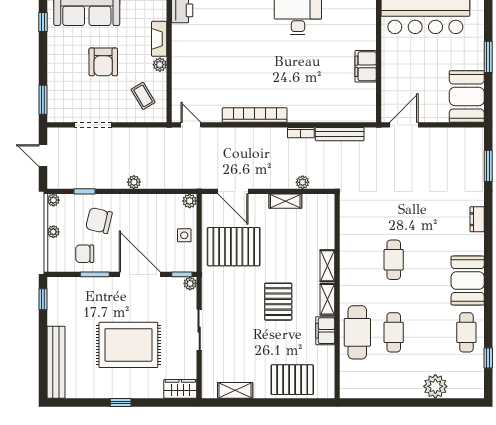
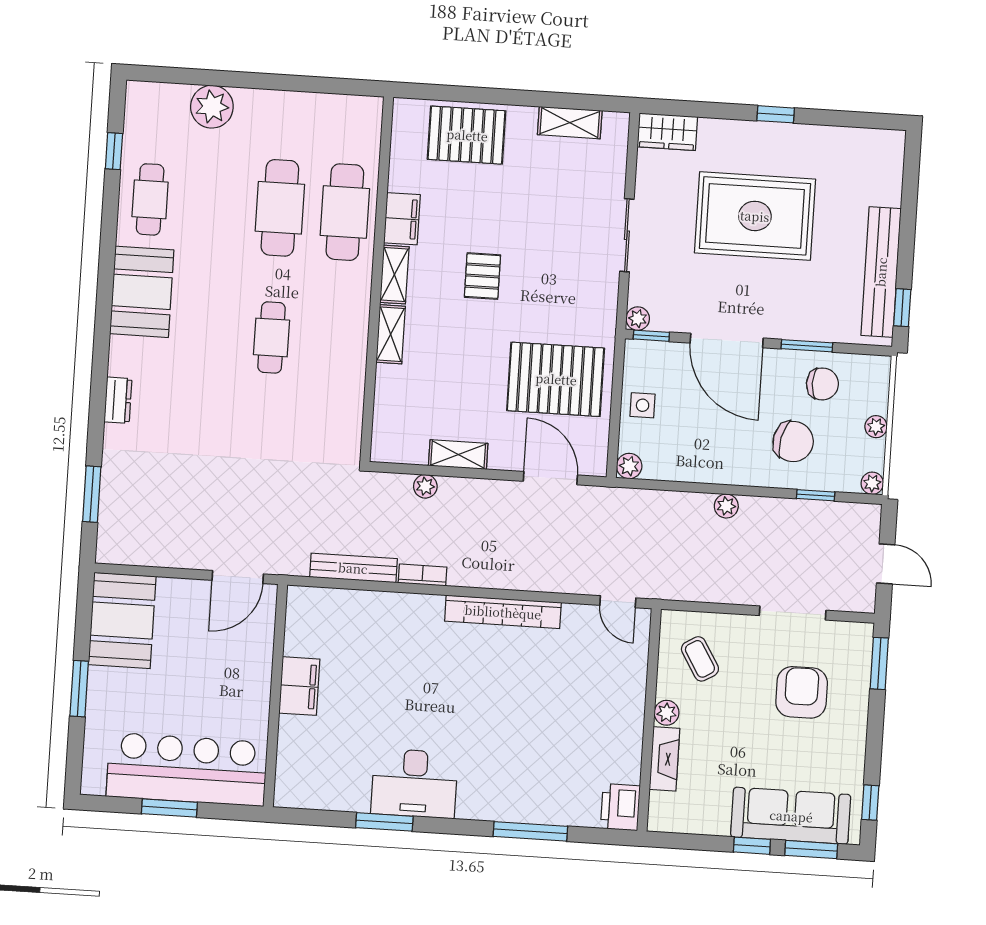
armchair: (103, 62) -> (802, 692), moved
pallet: (278, 302) -> (482, 276), width x0.67, depth x0.71
cafe table: (394, 332) -> (280, 208), width x1.37, depth x1.35
bench: (56, 362) -> (881, 272), moved

